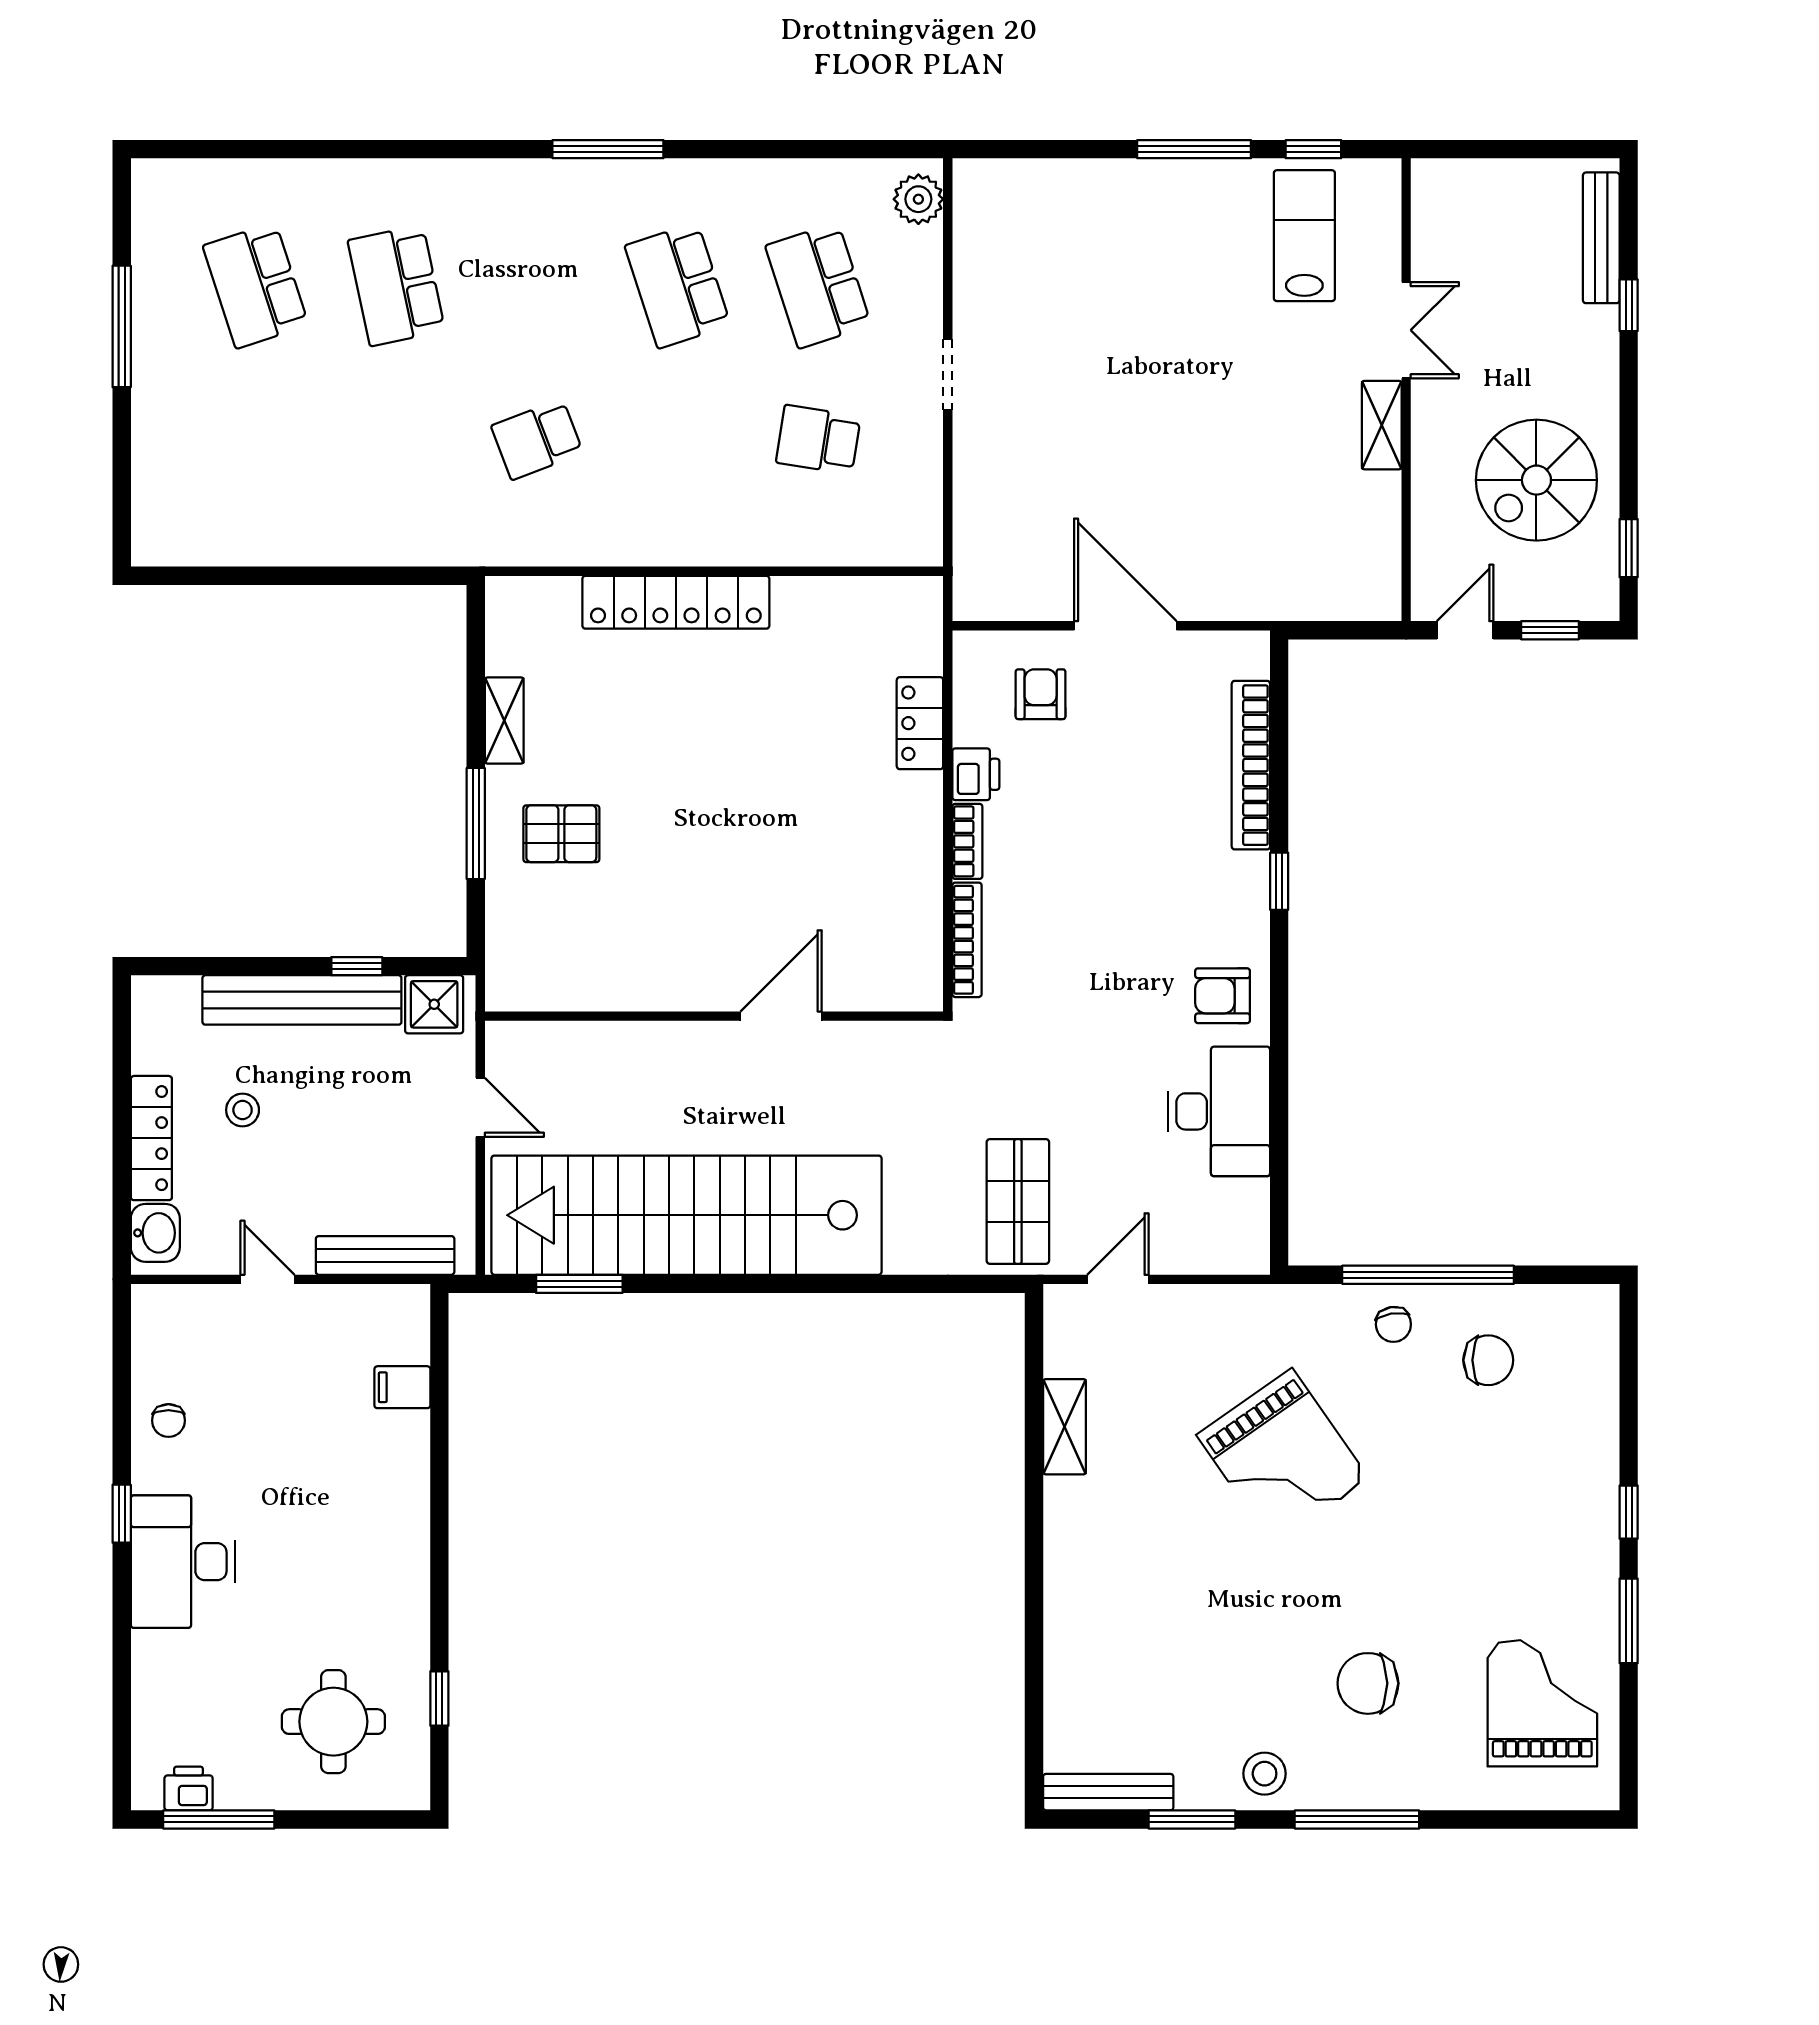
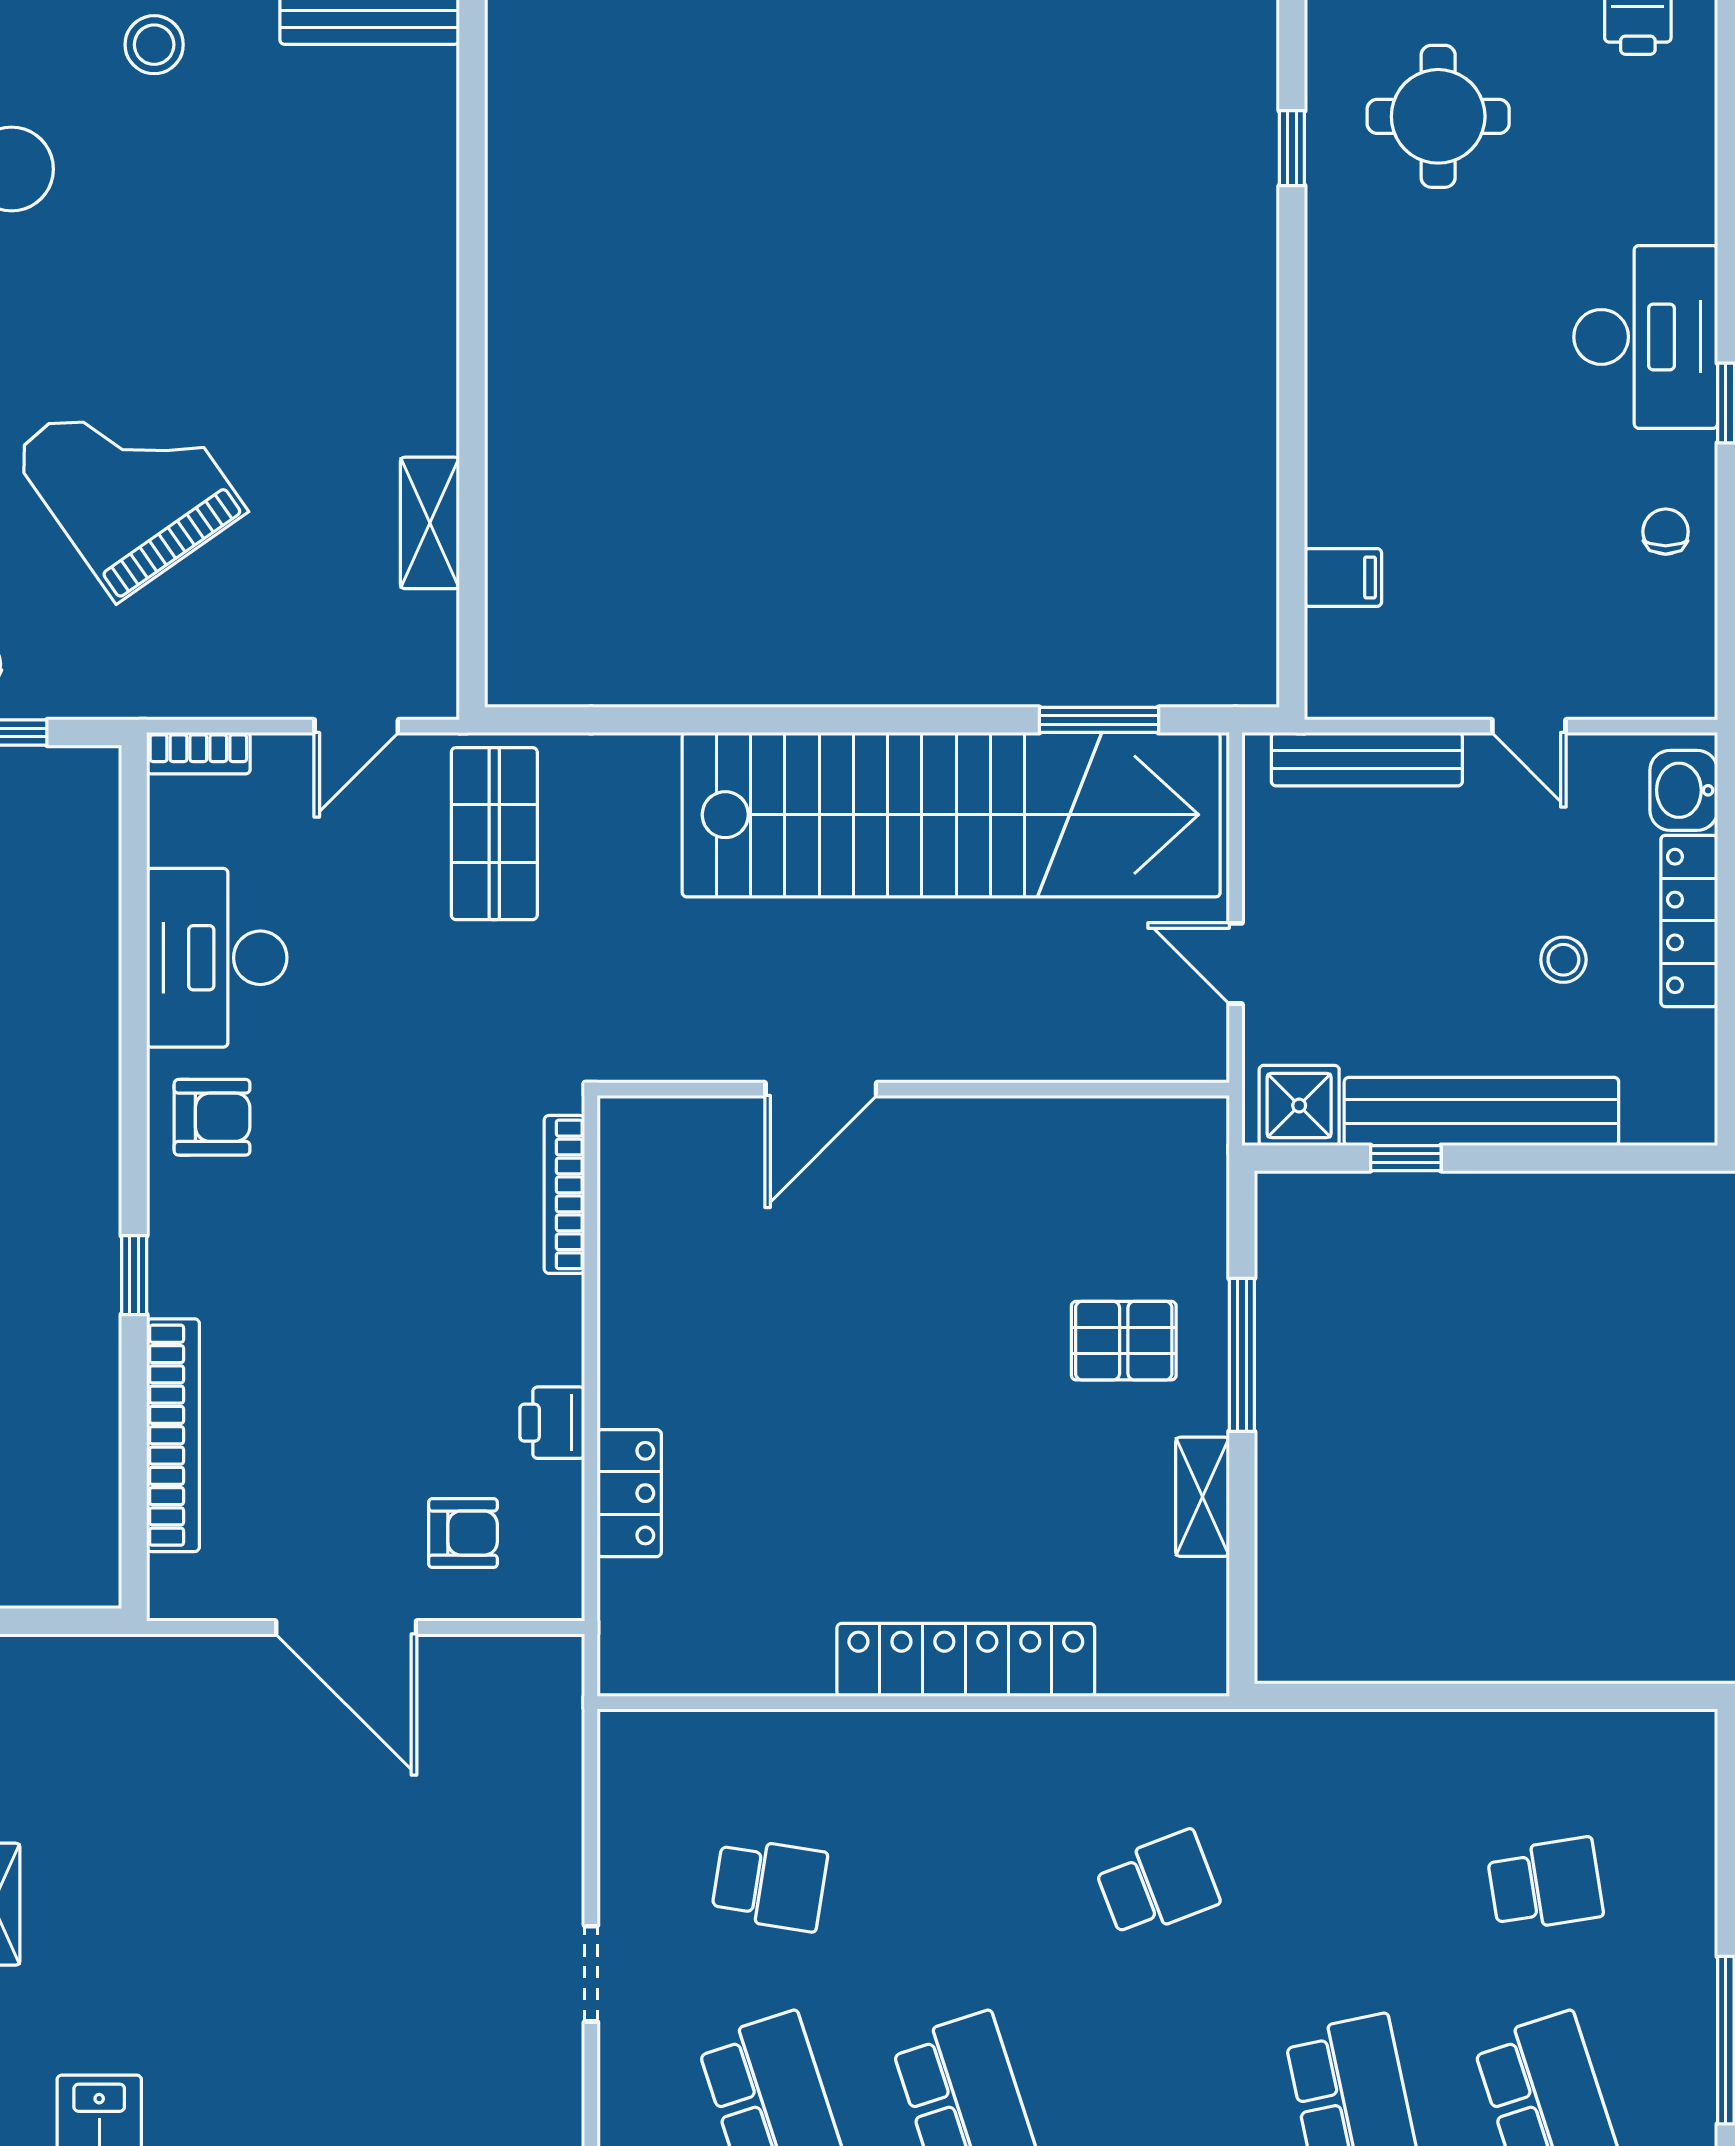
school desk: (256, 439) -> (1545, 1884), added
armchair: (1041, 694) -> (463, 1533), turned -90
bookcase: (967, 841) -> (198, 753), moved, turned -90

